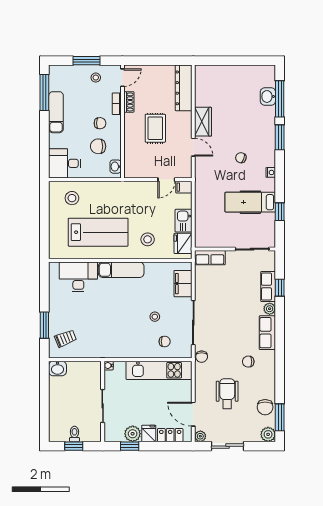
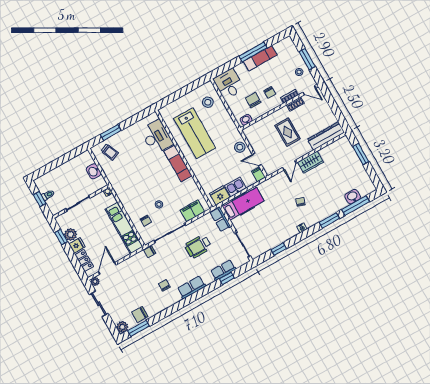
window: (226, 61) -> (361, 154), added
window: (44, 92) -> (253, 52), moved
rug: (155, 128) -> (288, 132), turned 90
hospital bed: (250, 202) -> (243, 204), moved, turned 90
stool: (148, 239) -> (240, 147), moved
plant: (270, 309) -> (209, 280), removed
washbasin: (58, 368) -> (94, 171), moved
wheelchair: (227, 394) -> (198, 246), moved, turned 180

